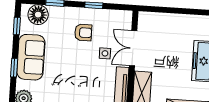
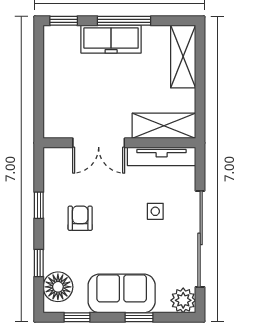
side table: (105, 53) -> (155, 211), moved

